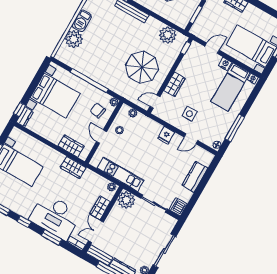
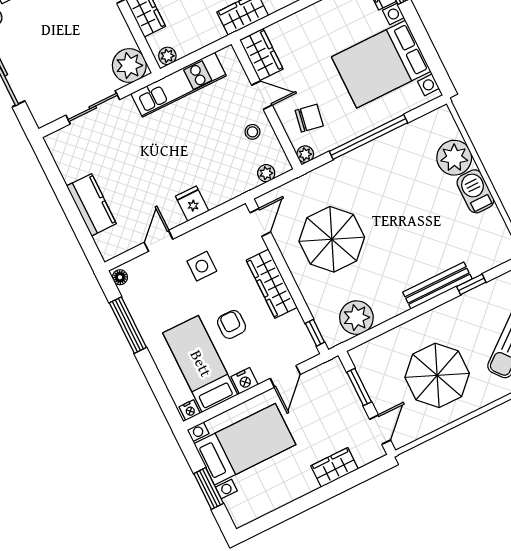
wardrobe: (175, 84) -> (272, 284), width x1.50
armchair: (205, 85) -> (232, 324), added
wardrobe: (71, 146) -> (261, 55), moved, turned -90
dishwasher: (178, 207) -> (60, 144), removed

